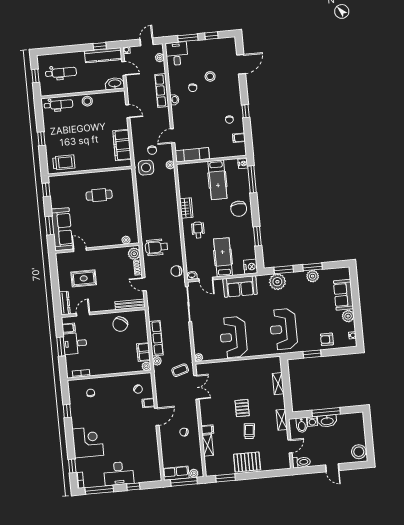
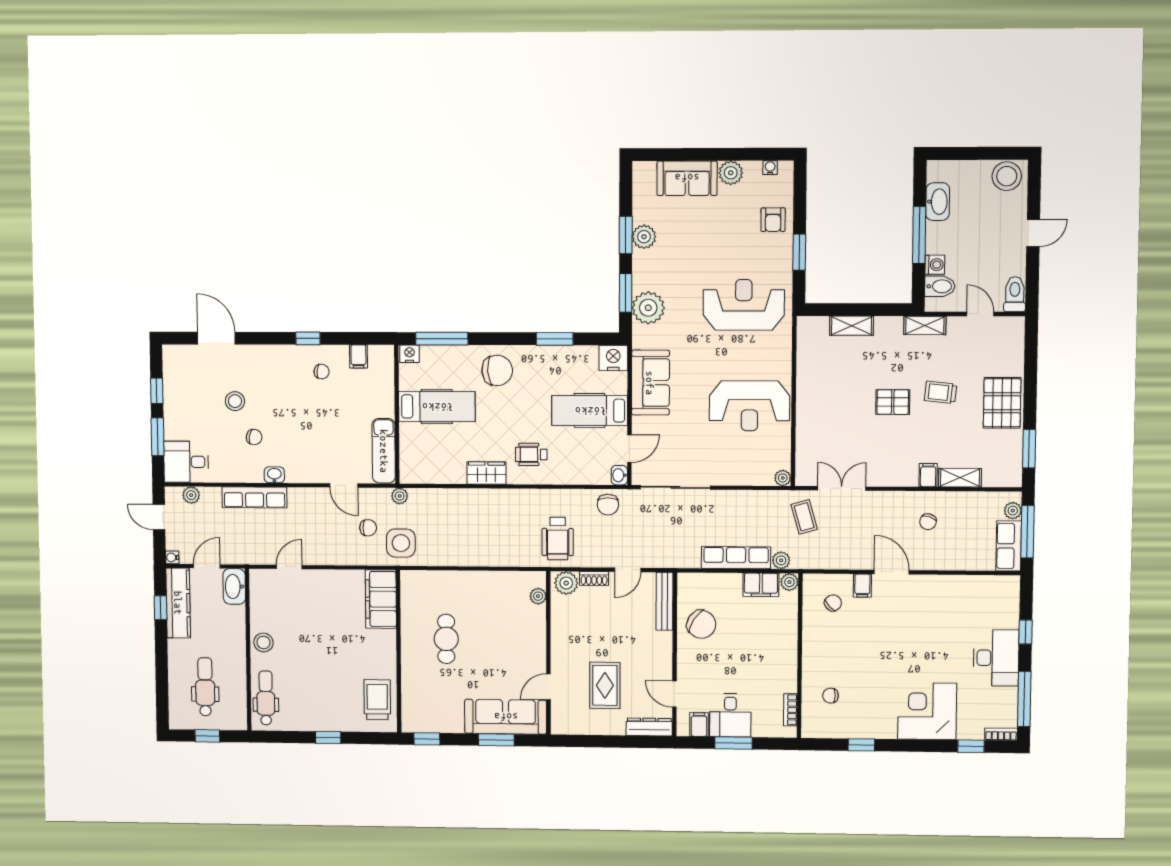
filing cabinet: (122, 145) -> (381, 599), moved, turned 90
reception desk: (283, 329) -> (744, 305), turned 180
washbasin: (327, 421) -> (938, 202), moved

